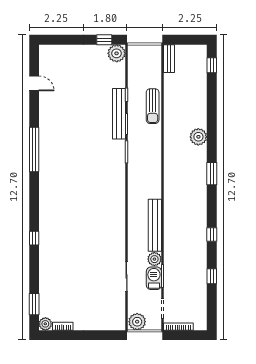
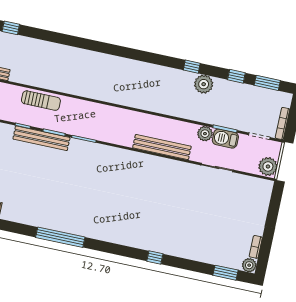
plant: (198, 137) -> (204, 84), moved
window: (212, 174) -> (267, 83), moved
bench: (155, 225) -> (162, 147), moved

